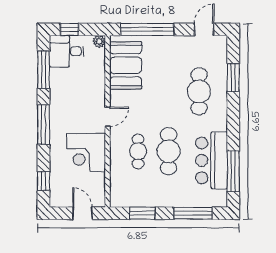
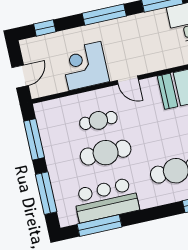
window: (142, 213) -> (34, 139), width x1.44

